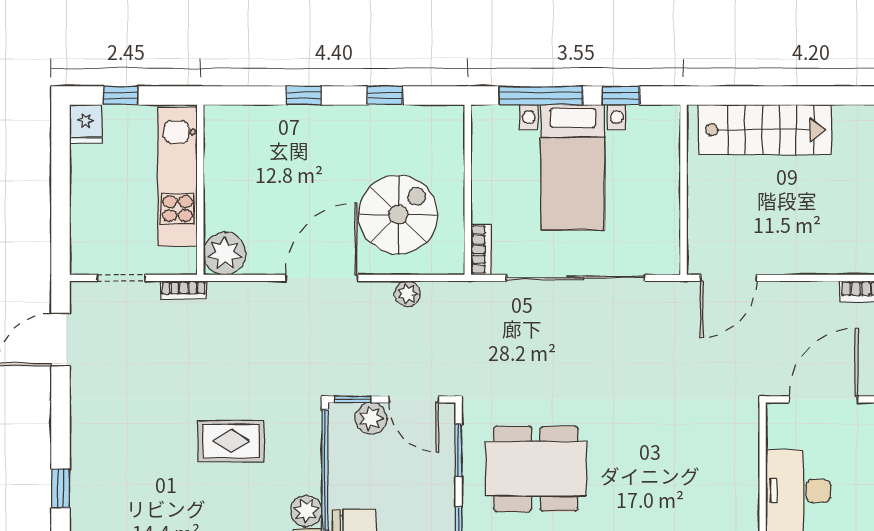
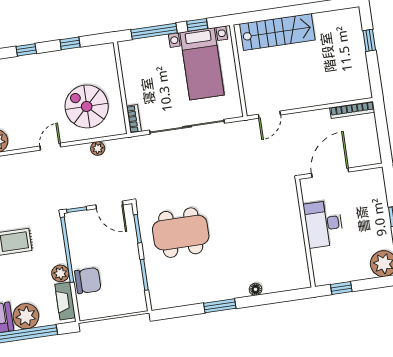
bed with nightstands: (573, 167) -> (202, 64), moved
spiral stairs: (398, 214) -> (87, 106), turned -90
door: (322, 278) -> (50, 147), width x0.53
door: (728, 278) -> (269, 115), width x0.73
plant: (371, 418) -> (88, 218), removed

